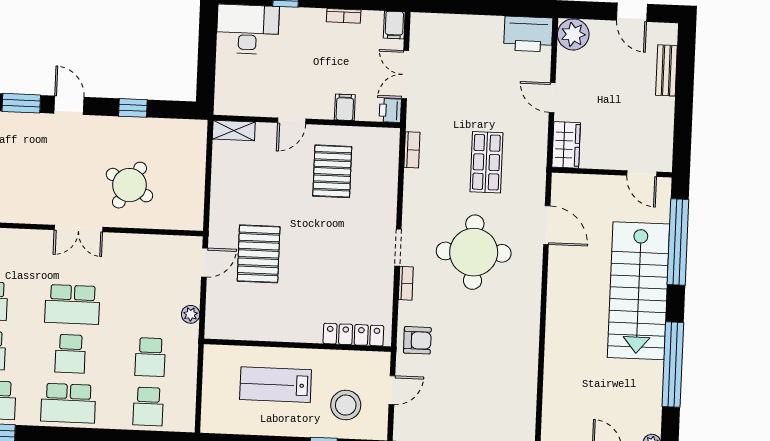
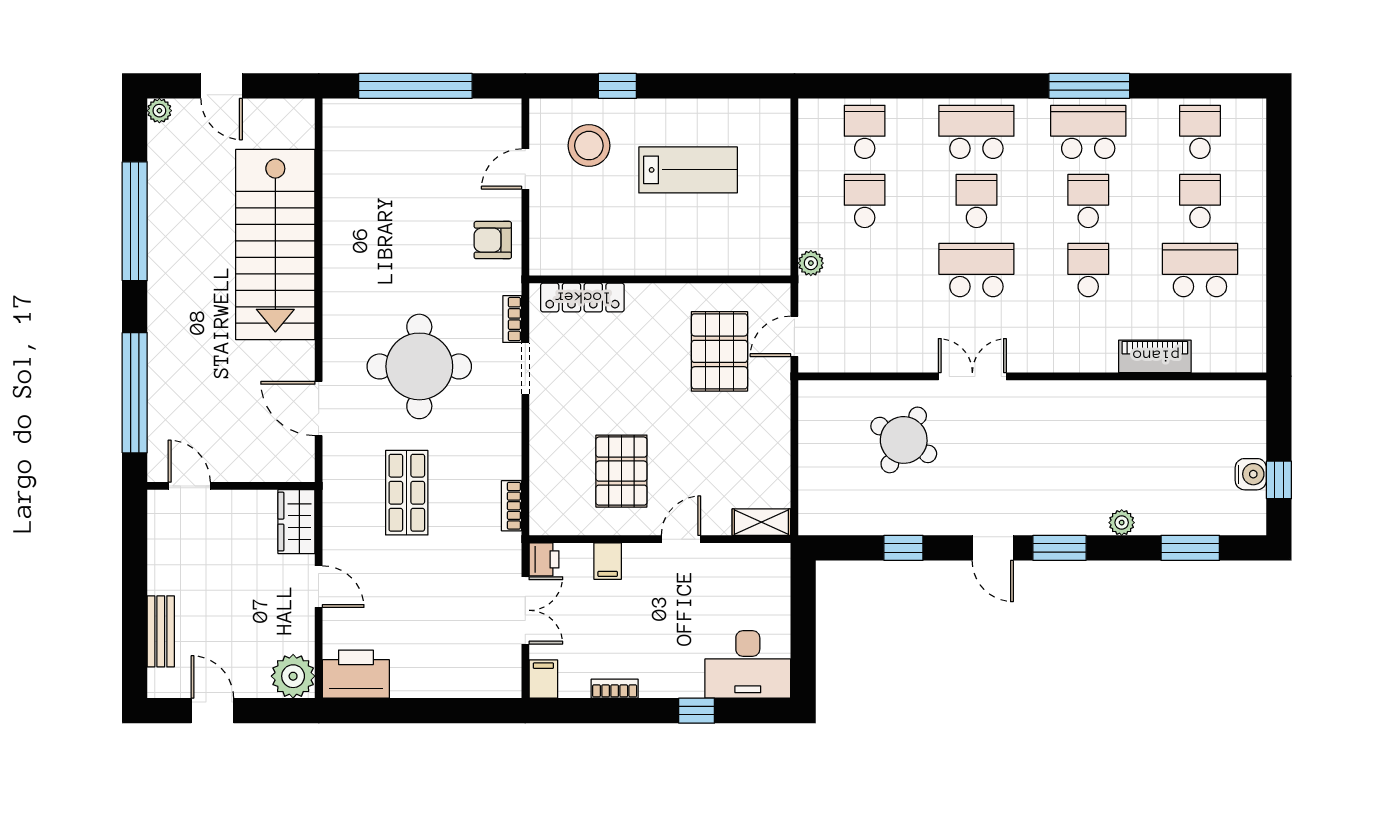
stairs: (639, 291) -> (275, 245), moved, turned 180
locker: (353, 335) -> (582, 298), moved
wall: (297, 345) -> (660, 279), moved

